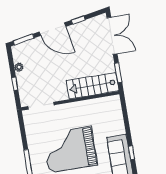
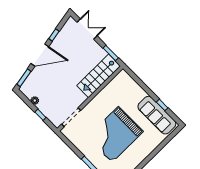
double door: (112, 36) -> (87, 29), width x0.73

